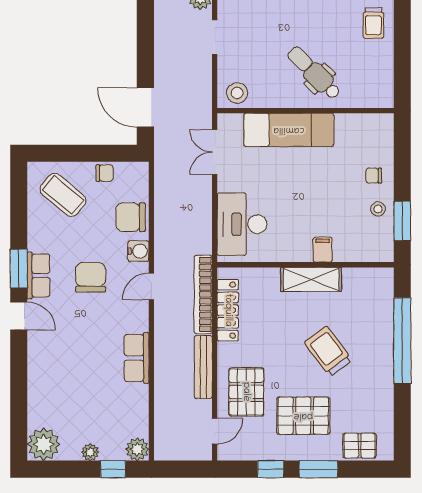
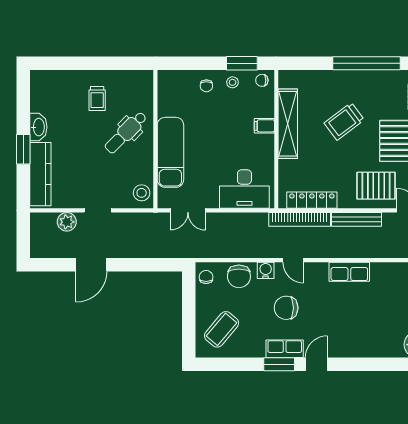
trolley: (373, 23) -> (97, 98), moved, turned 90
door: (145, 108) -> (91, 265), moved
chair: (105, 173) -> (206, 277), moved
chair: (381, 246) -> (262, 80), added
shelving: (311, 279) -> (288, 124), width x1.47
window: (402, 341) -> (367, 63), moved

